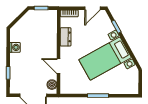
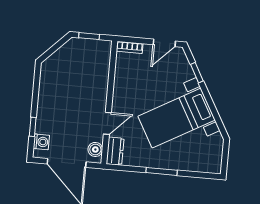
dresser: (66, 37) -> (115, 151), moved
washing machine: (15, 47) -> (41, 142), moved
door: (59, 66) -> (107, 123), swing flipped

